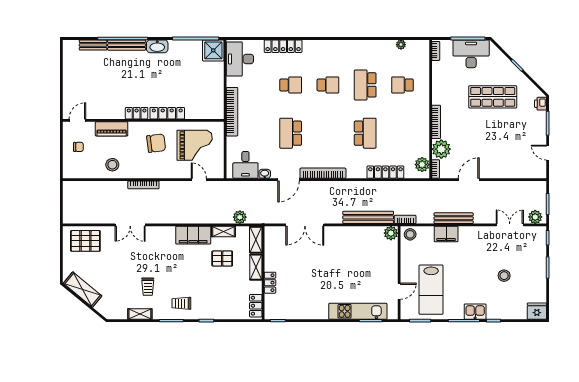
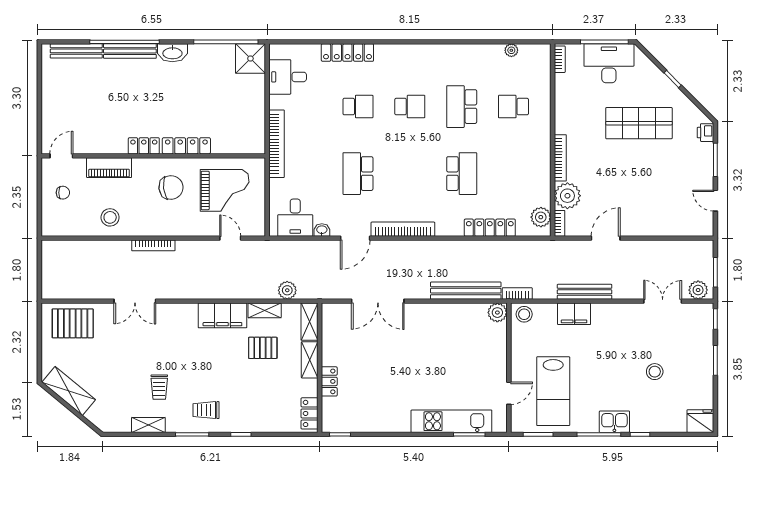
bench: (93, 45) -> (76, 51), width x1.36
desk: (240, 59) -> (288, 77), width x0.73

